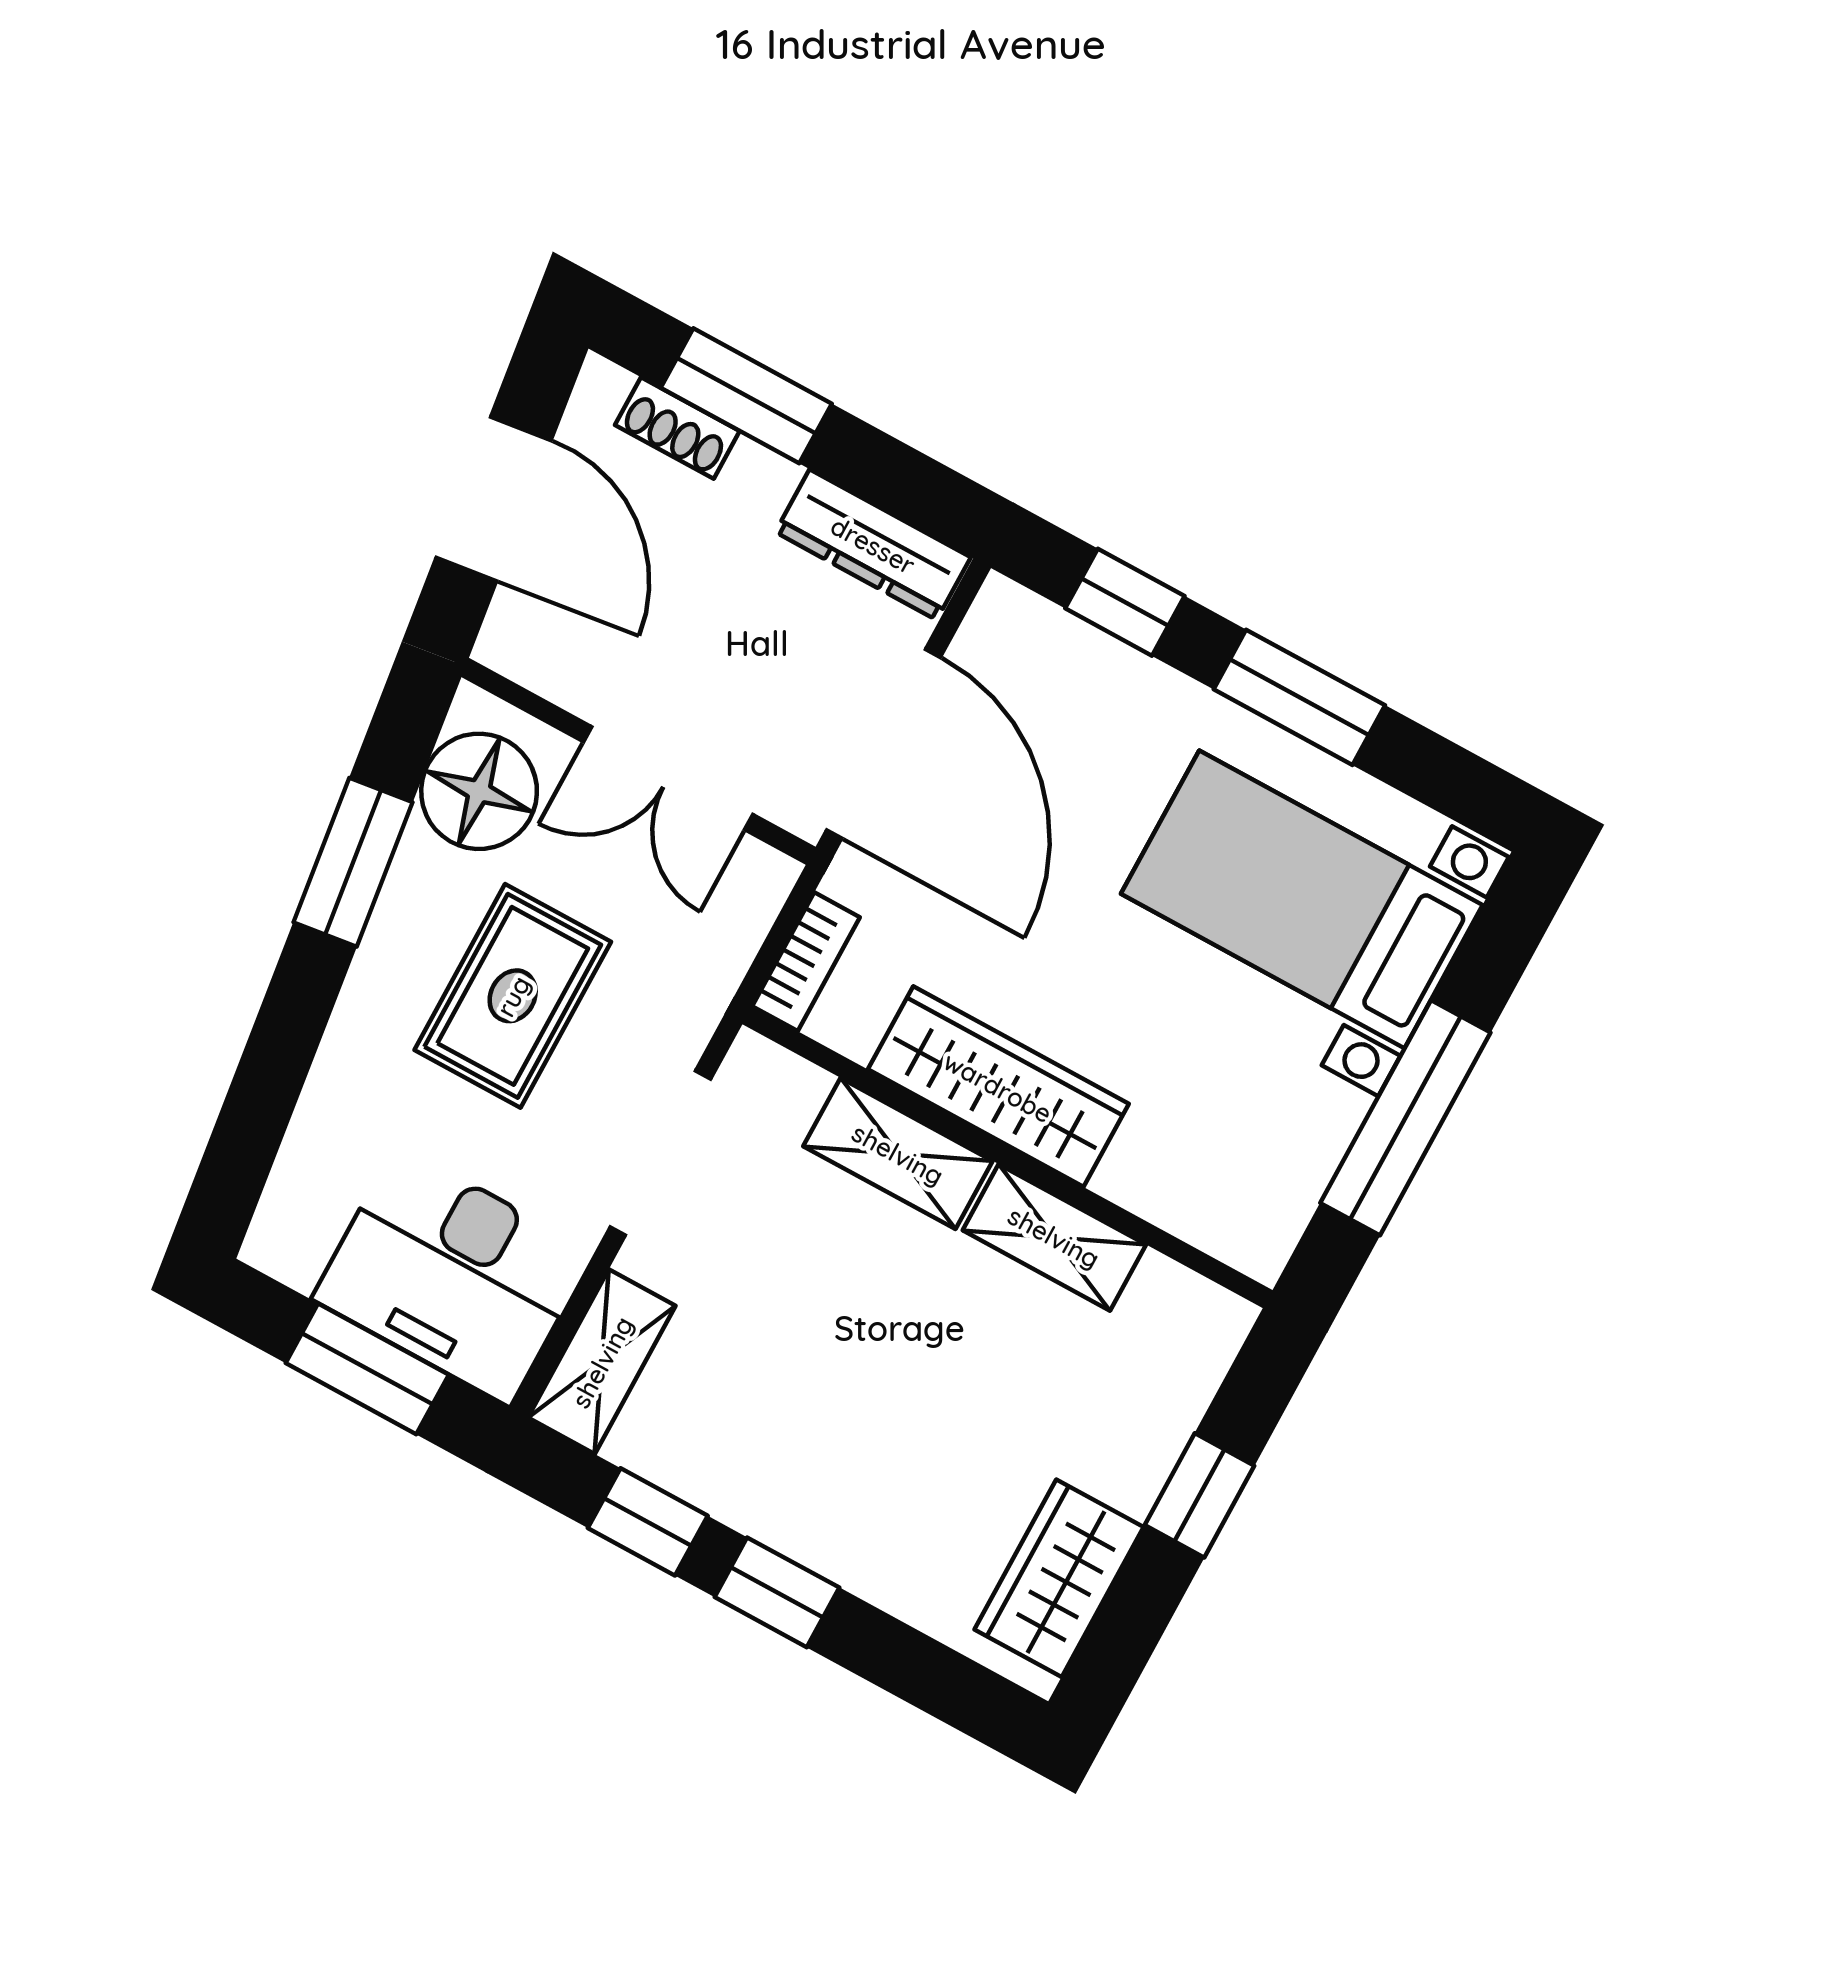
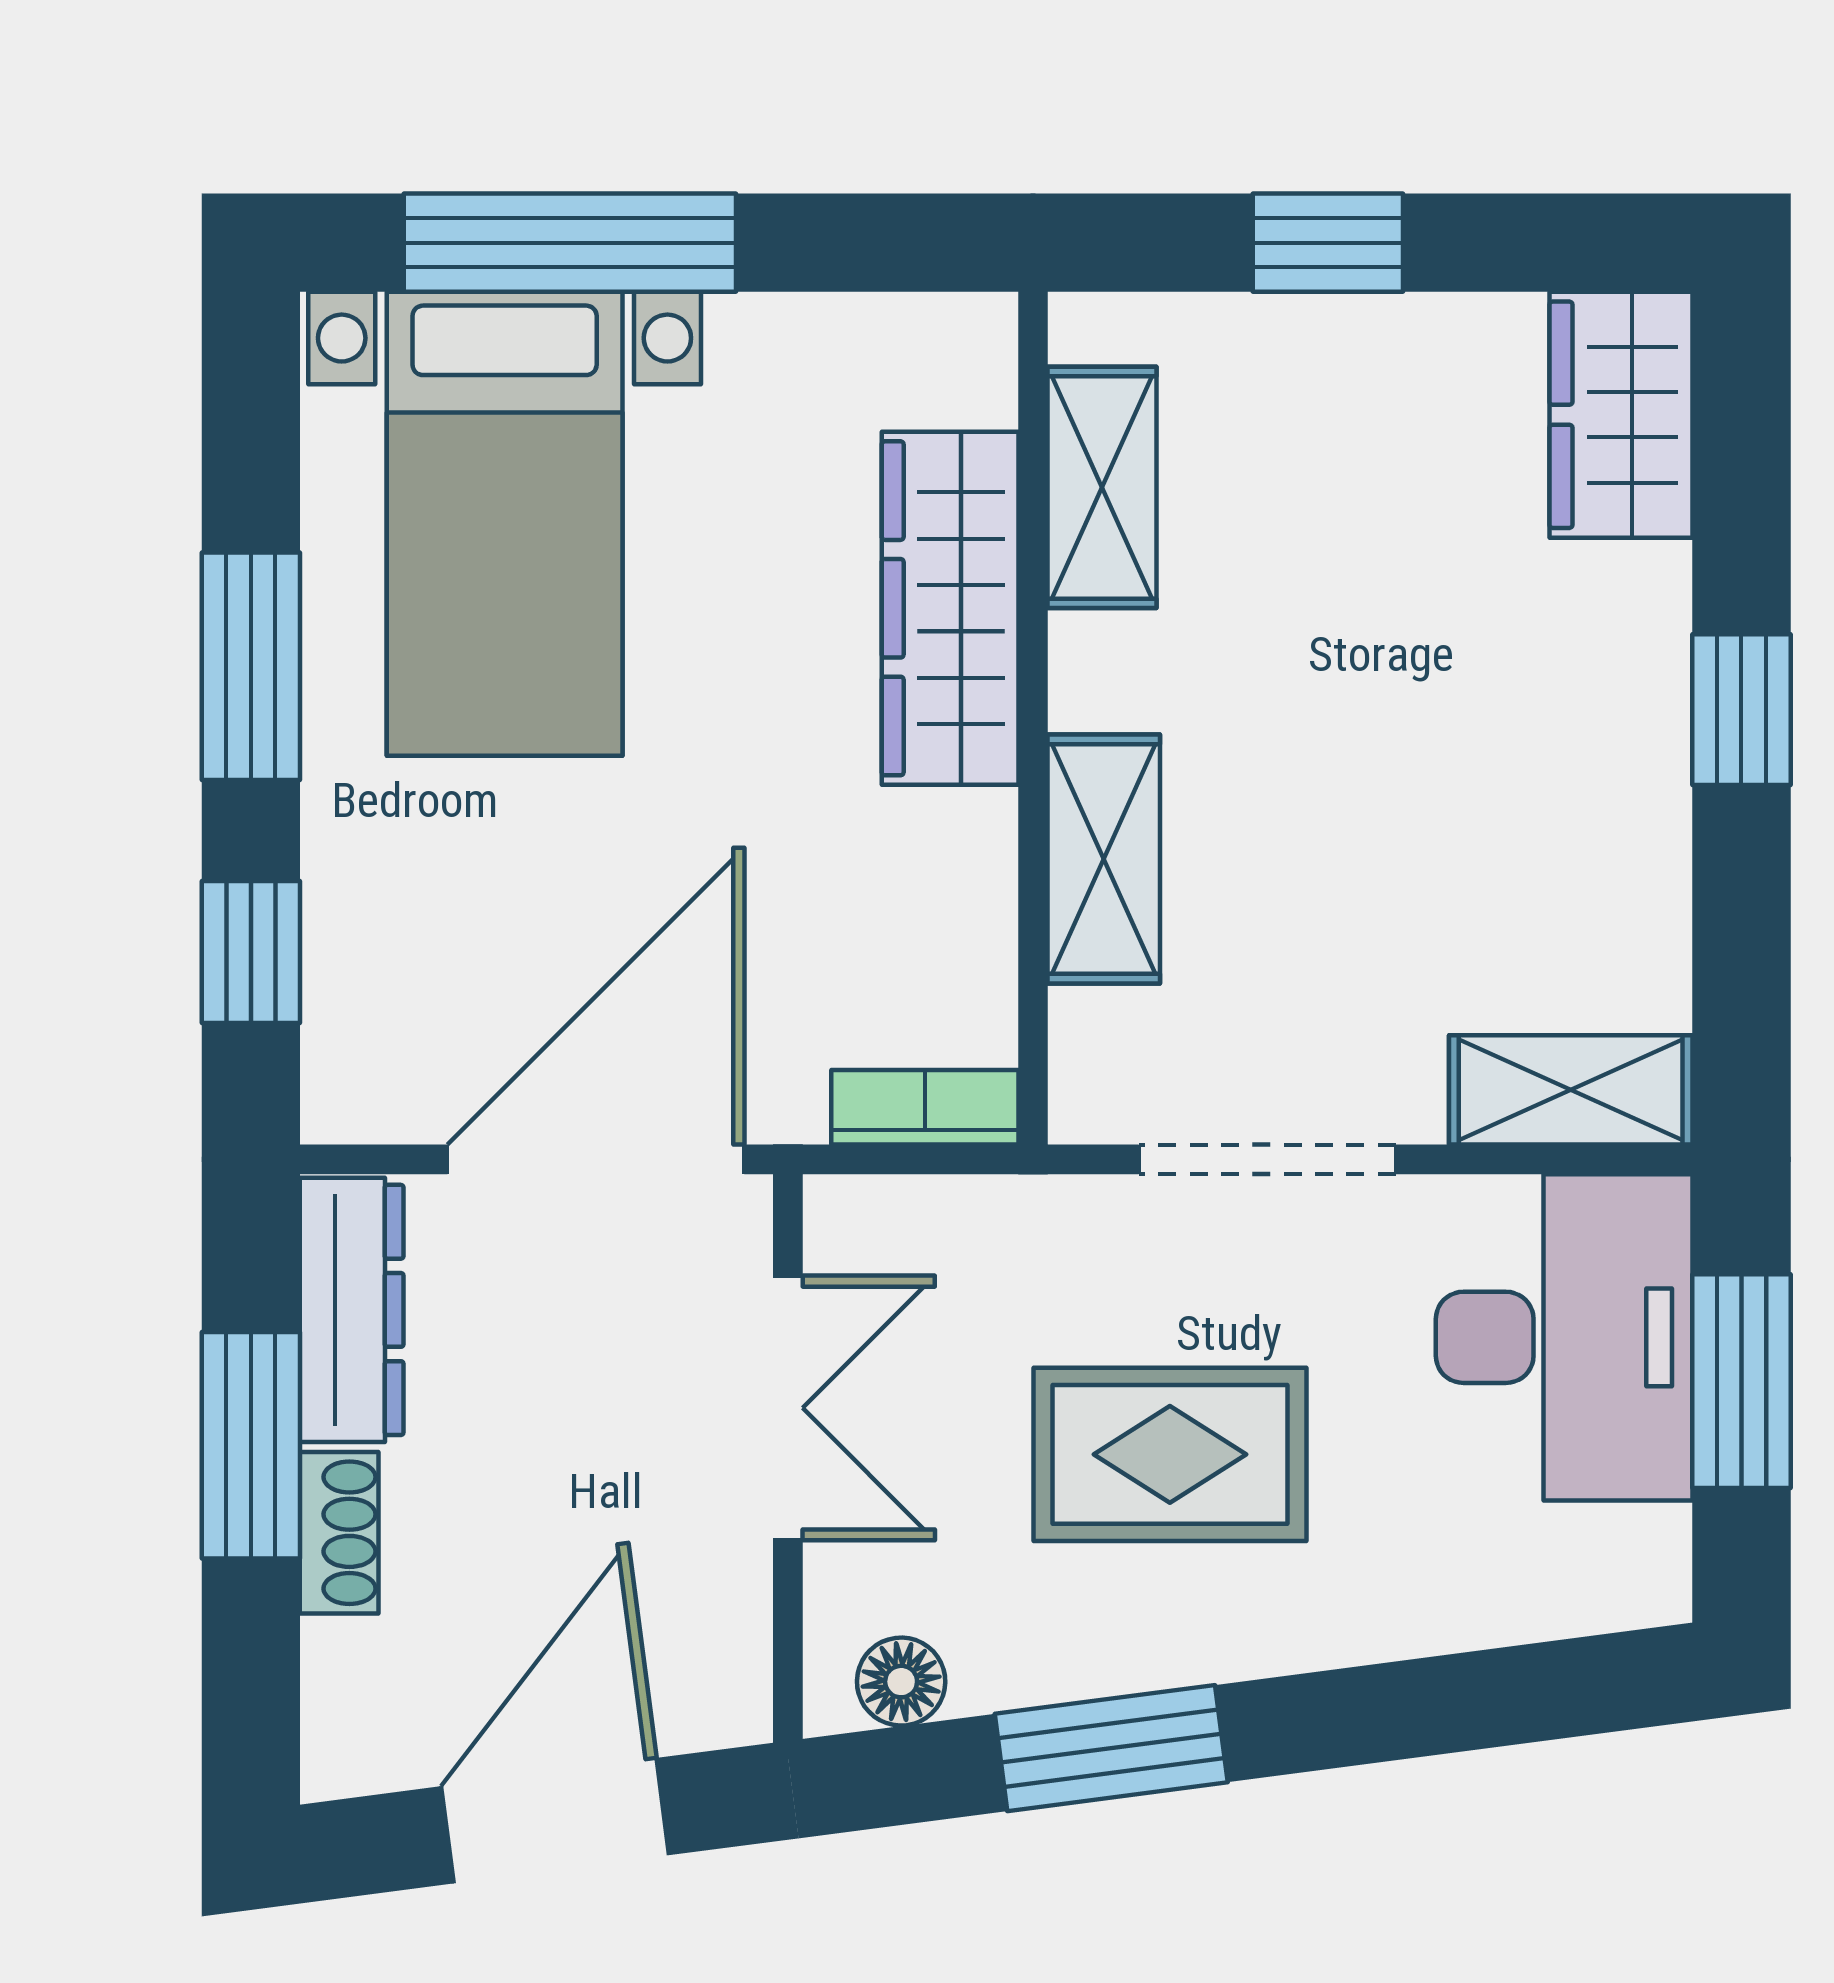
window: (746, 396) -> (251, 1445), moved
shoe rack: (677, 428) -> (339, 1533), moved
floor lamp: (479, 791) -> (901, 1682), width x0.53, depth x0.53
wardrobe: (998, 1087) -> (950, 608), moved
window: (1405, 1118) -> (570, 243), moved
shelving: (1054, 1237) -> (1102, 487), moved
window: (648, 1522) -> (1741, 921), removed
wardrobe: (1059, 1578) -> (1621, 415), moved, turned 90

